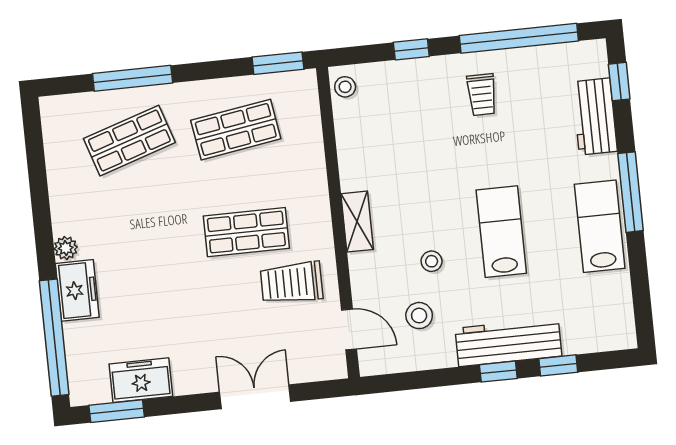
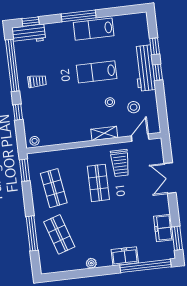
workbench: (595, 116) -> (29, 34), moved
shelving: (357, 222) -> (104, 133), moved
plant: (66, 248) -> (91, 263), moved

